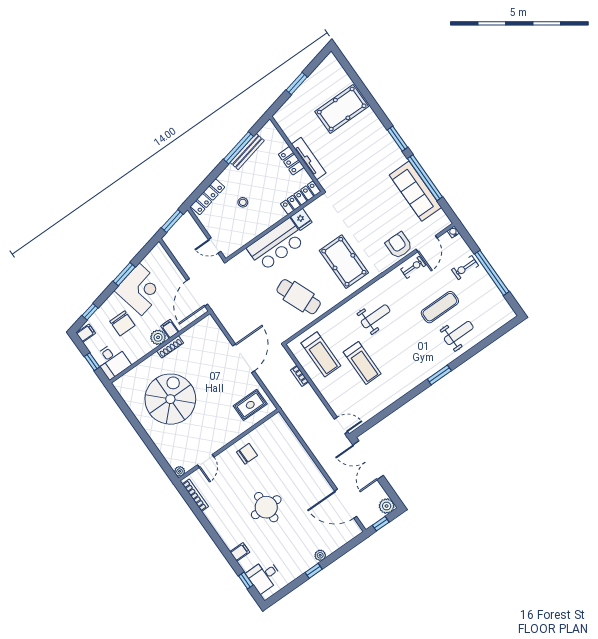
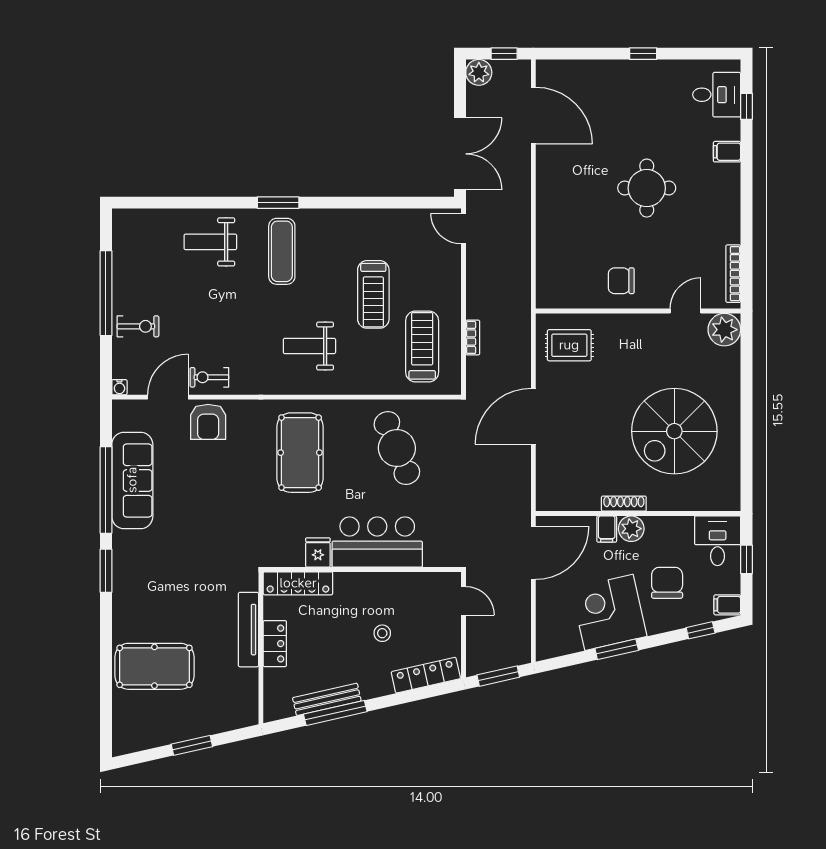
exercise mat: (440, 307) -> (282, 251), moved, turned 90
treadmill: (362, 363) -> (373, 294), turned 180
plant: (180, 471) -> (724, 330), width x1.88, depth x1.88
plant: (320, 555) -> (619, 69), removed

